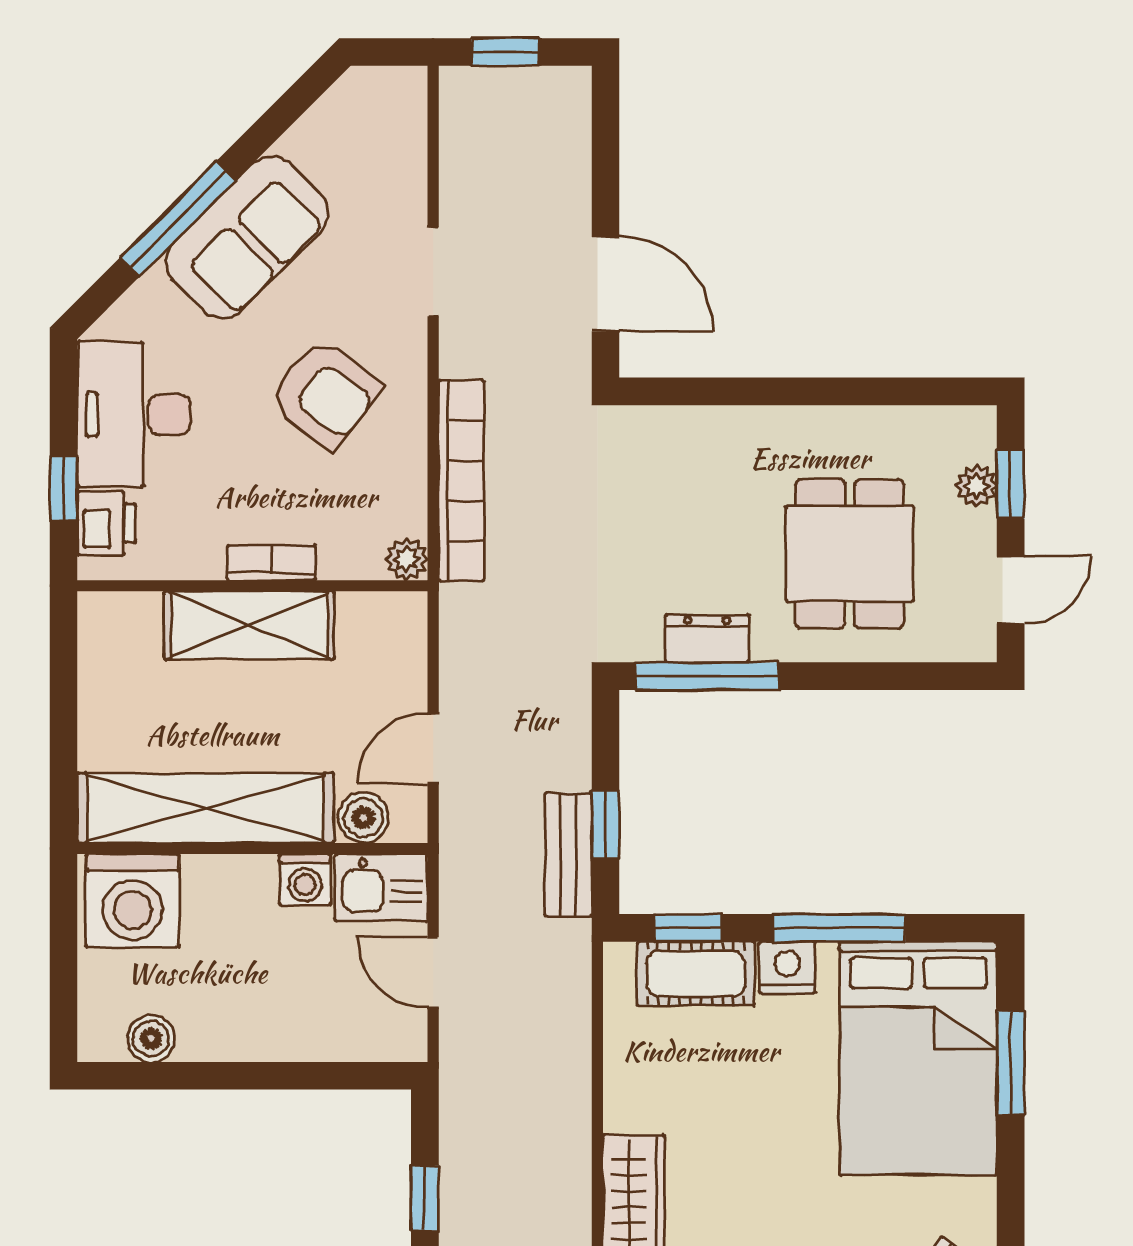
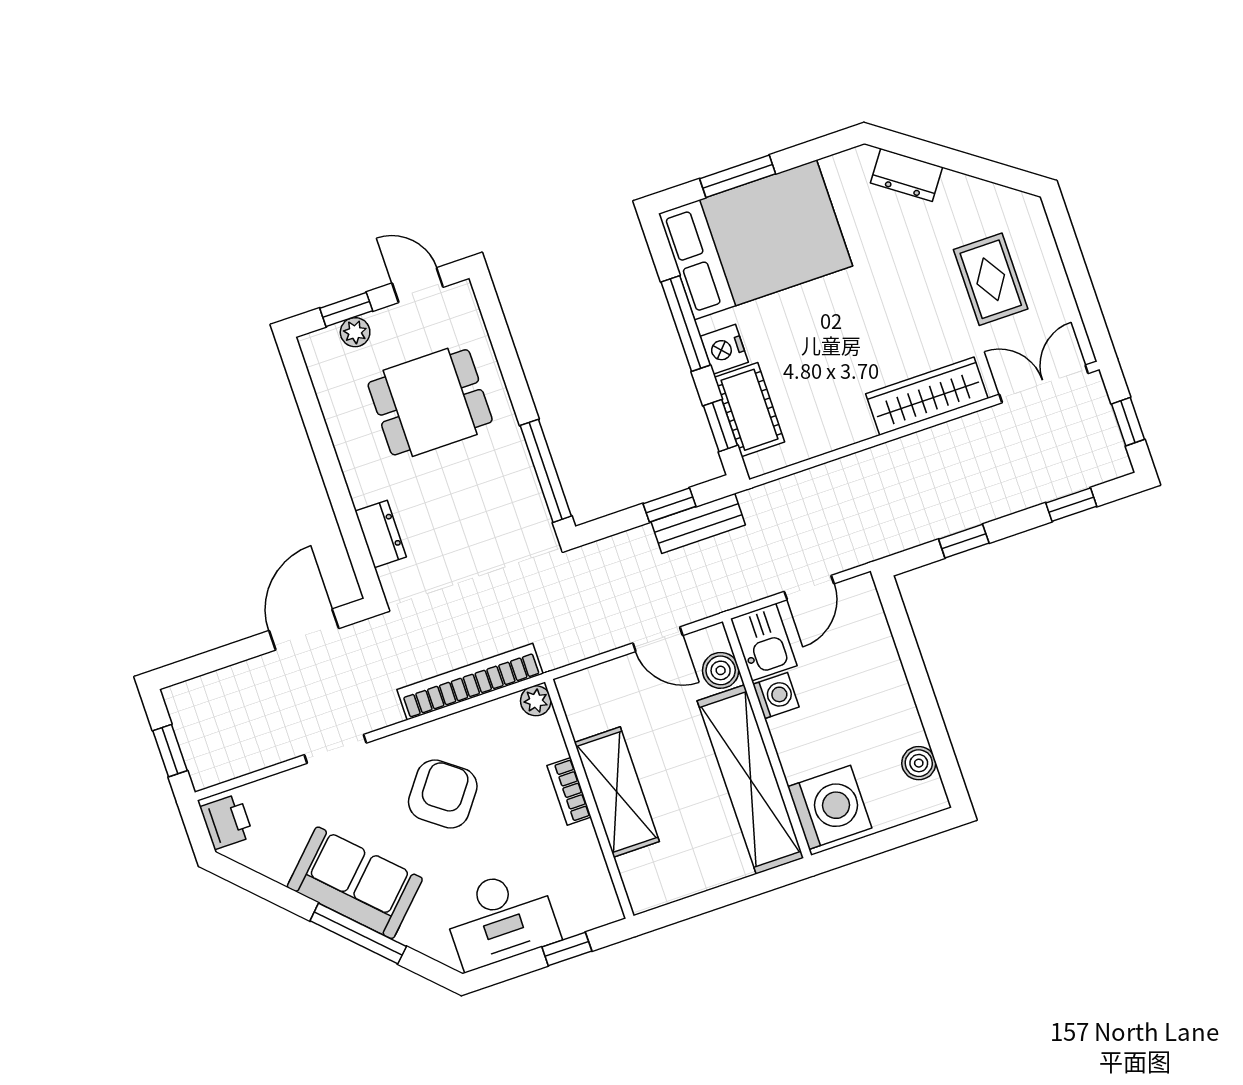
printer: (106, 523) -> (227, 822), moved, turned 90
dresser: (707, 639) -> (381, 534), moved, turned 180

